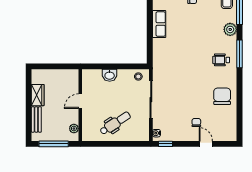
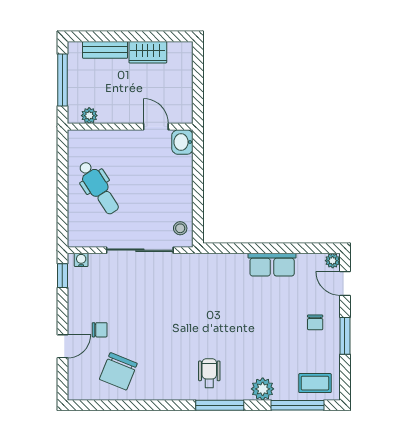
washbasin: (110, 75) -> (182, 142), moved
chair: (222, 96) -> (118, 371), moved, turned 112
door: (80, 101) -> (156, 127), moved

